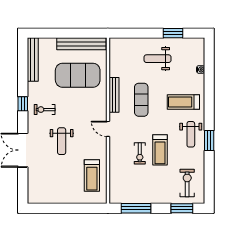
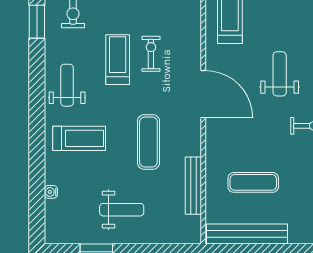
exercise mat: (78, 75) -> (253, 182), width x0.50, depth x0.69
bench: (114, 95) -> (193, 186), moved
door: (108, 129) -> (203, 94), width x1.87
window: (209, 140) -> (37, 22), moved

